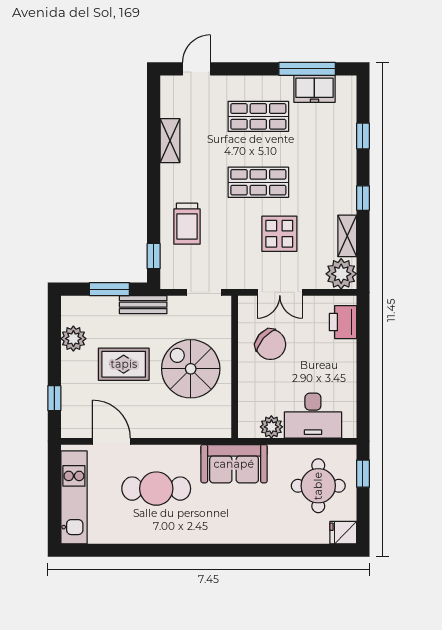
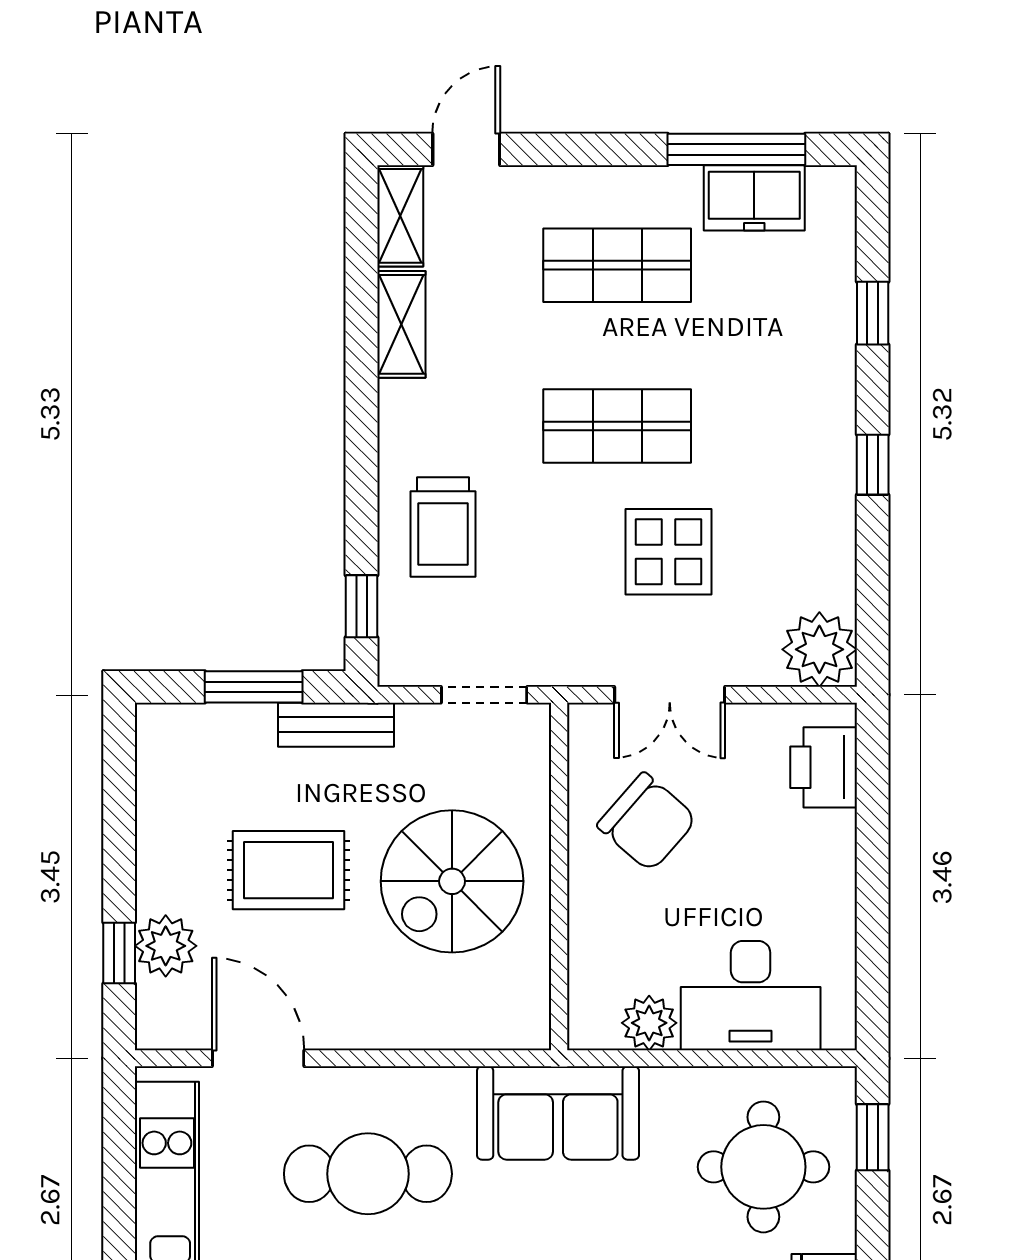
shelving: (347, 236) -> (400, 216), moved
plant: (73, 339) -> (166, 946), moved
spiral stairs: (191, 369) -> (452, 881), turned -90

